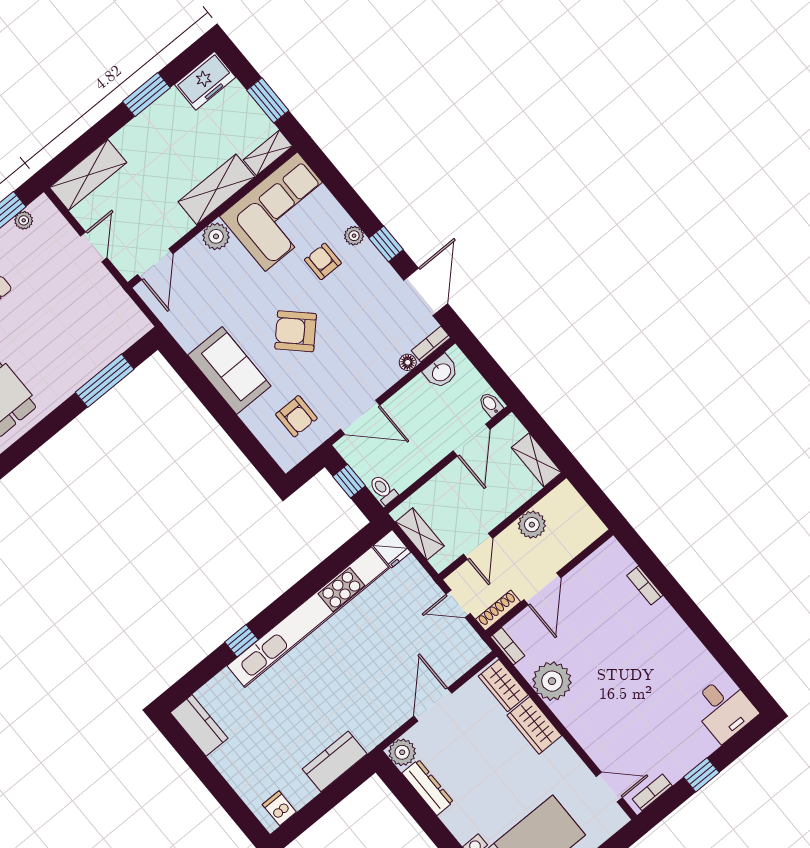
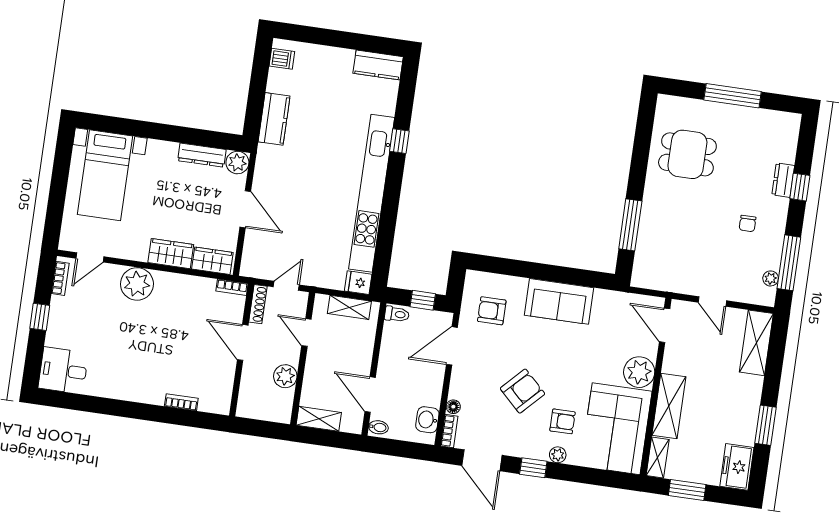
plant: (216, 236) -> (639, 372), width x1.36, depth x1.36
armchair: (296, 331) -> (523, 391), moved
plant: (552, 681) -> (137, 284), moved

